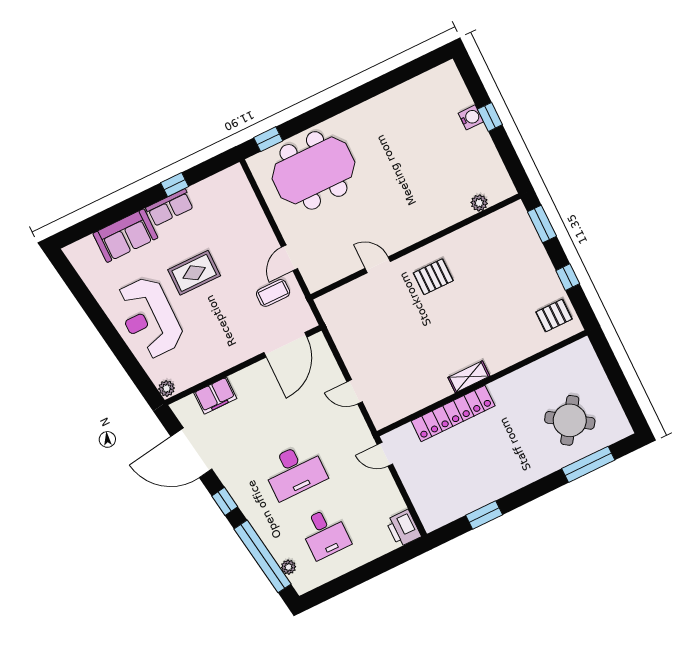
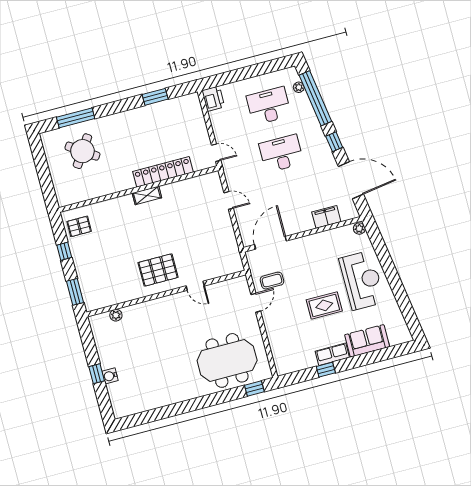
pallet: (433, 277) -> (158, 270), width x1.50, depth x1.42
desk: (325, 533) -> (269, 106), width x1.37

